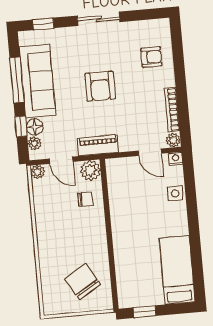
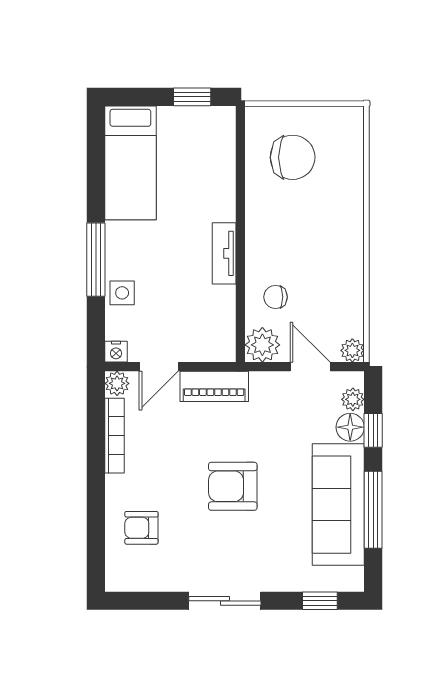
armchair: (100, 86) -> (233, 486), turned -90
piano: (98, 145) -> (214, 386), moved
door: (150, 152) -> (159, 367), swing flipped
window: (192, 211) -> (96, 260), added
tv unit: (118, 222) -> (224, 253), added
chair: (83, 282) -> (293, 157), turned -59

